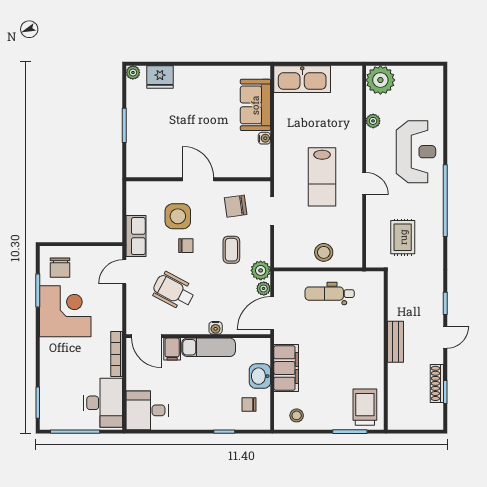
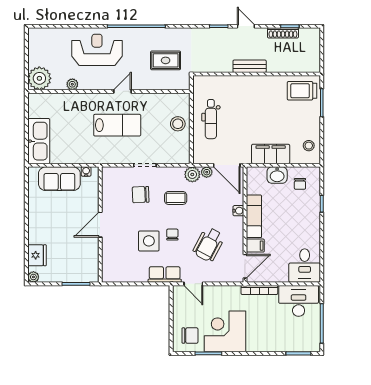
door: (198, 179) -> (100, 225), moved
wall: (198, 179) -> (100, 225), moved
chair: (236, 206) -> (141, 195), turned 96

